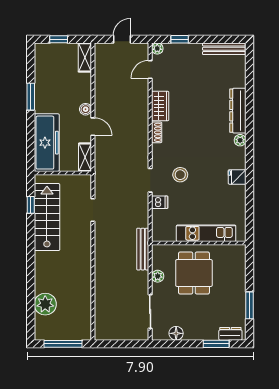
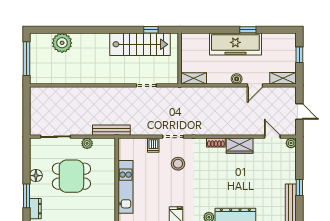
window: (180, 39) -> (299, 188), moved
window: (31, 97) -> (248, 30), width x0.67
door: (93, 127) -> (255, 85), moved
freezer: (47, 143) -> (235, 44), moved
dining table: (194, 273) -> (71, 176), moved
floor lamp: (176, 333) -> (36, 176), moved

